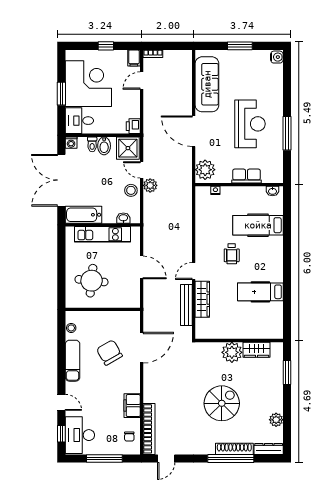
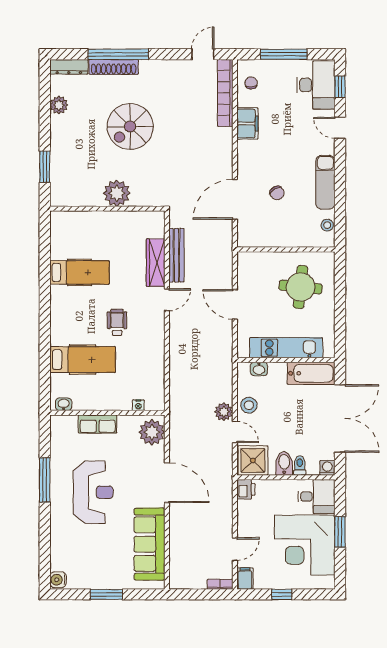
reception desk: (250, 124) -> (93, 492), turned 180
wardrobe: (256, 350) -> (85, 197), removed
chair: (109, 353) -> (277, 193), width x0.54, depth x0.54

